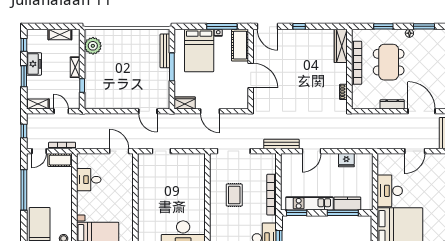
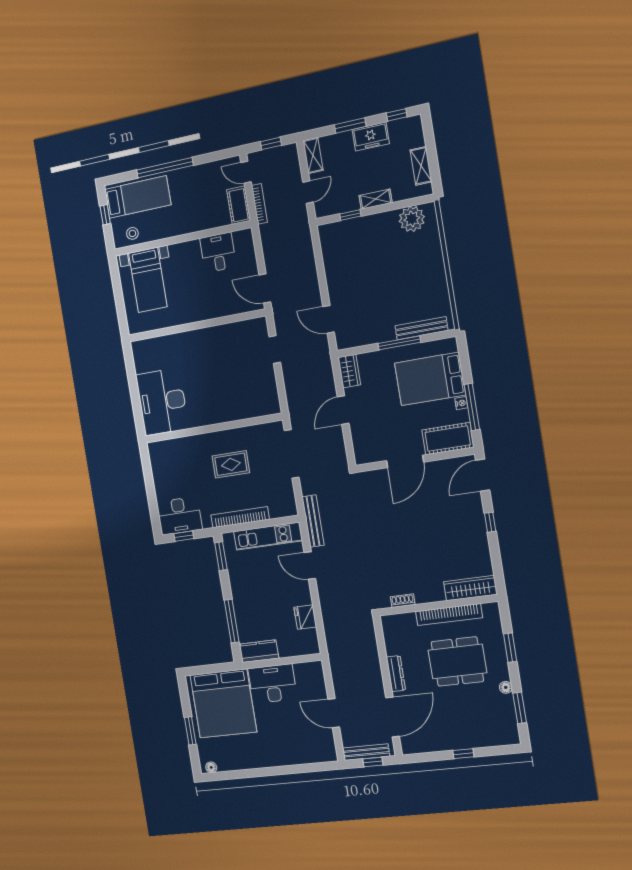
door: (148, 111) -> (329, 319), hinge flipped
door: (119, 151) -> (265, 288), swing flipped
window: (24, 190) -> (165, 168), moved
kitchen unit: (310, 203) -> (268, 536), moved, turned 90
kitchen counter: (347, 203) -> (259, 651), moved, turned -90

